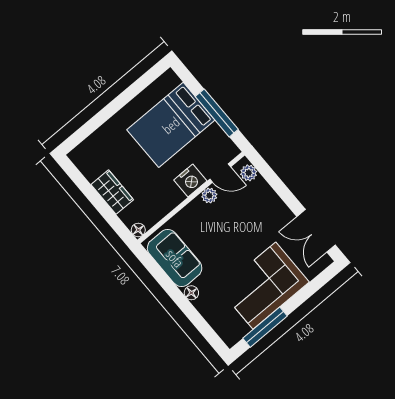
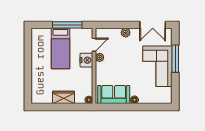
bed: (171, 125) -> (60, 49), width x0.67
plant: (249, 173) -> (126, 33), moved
window: (265, 327) -> (175, 59), moved

